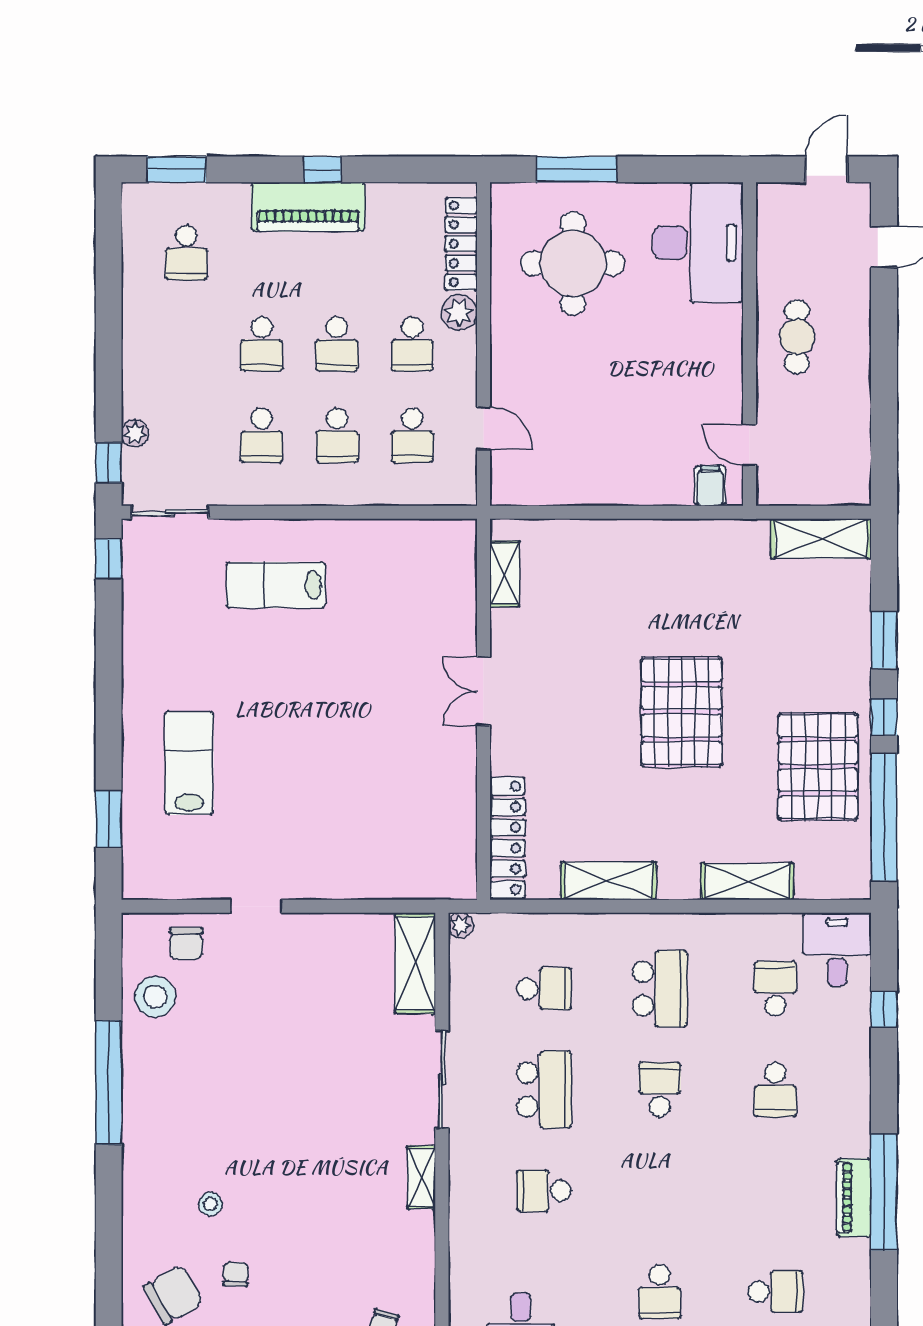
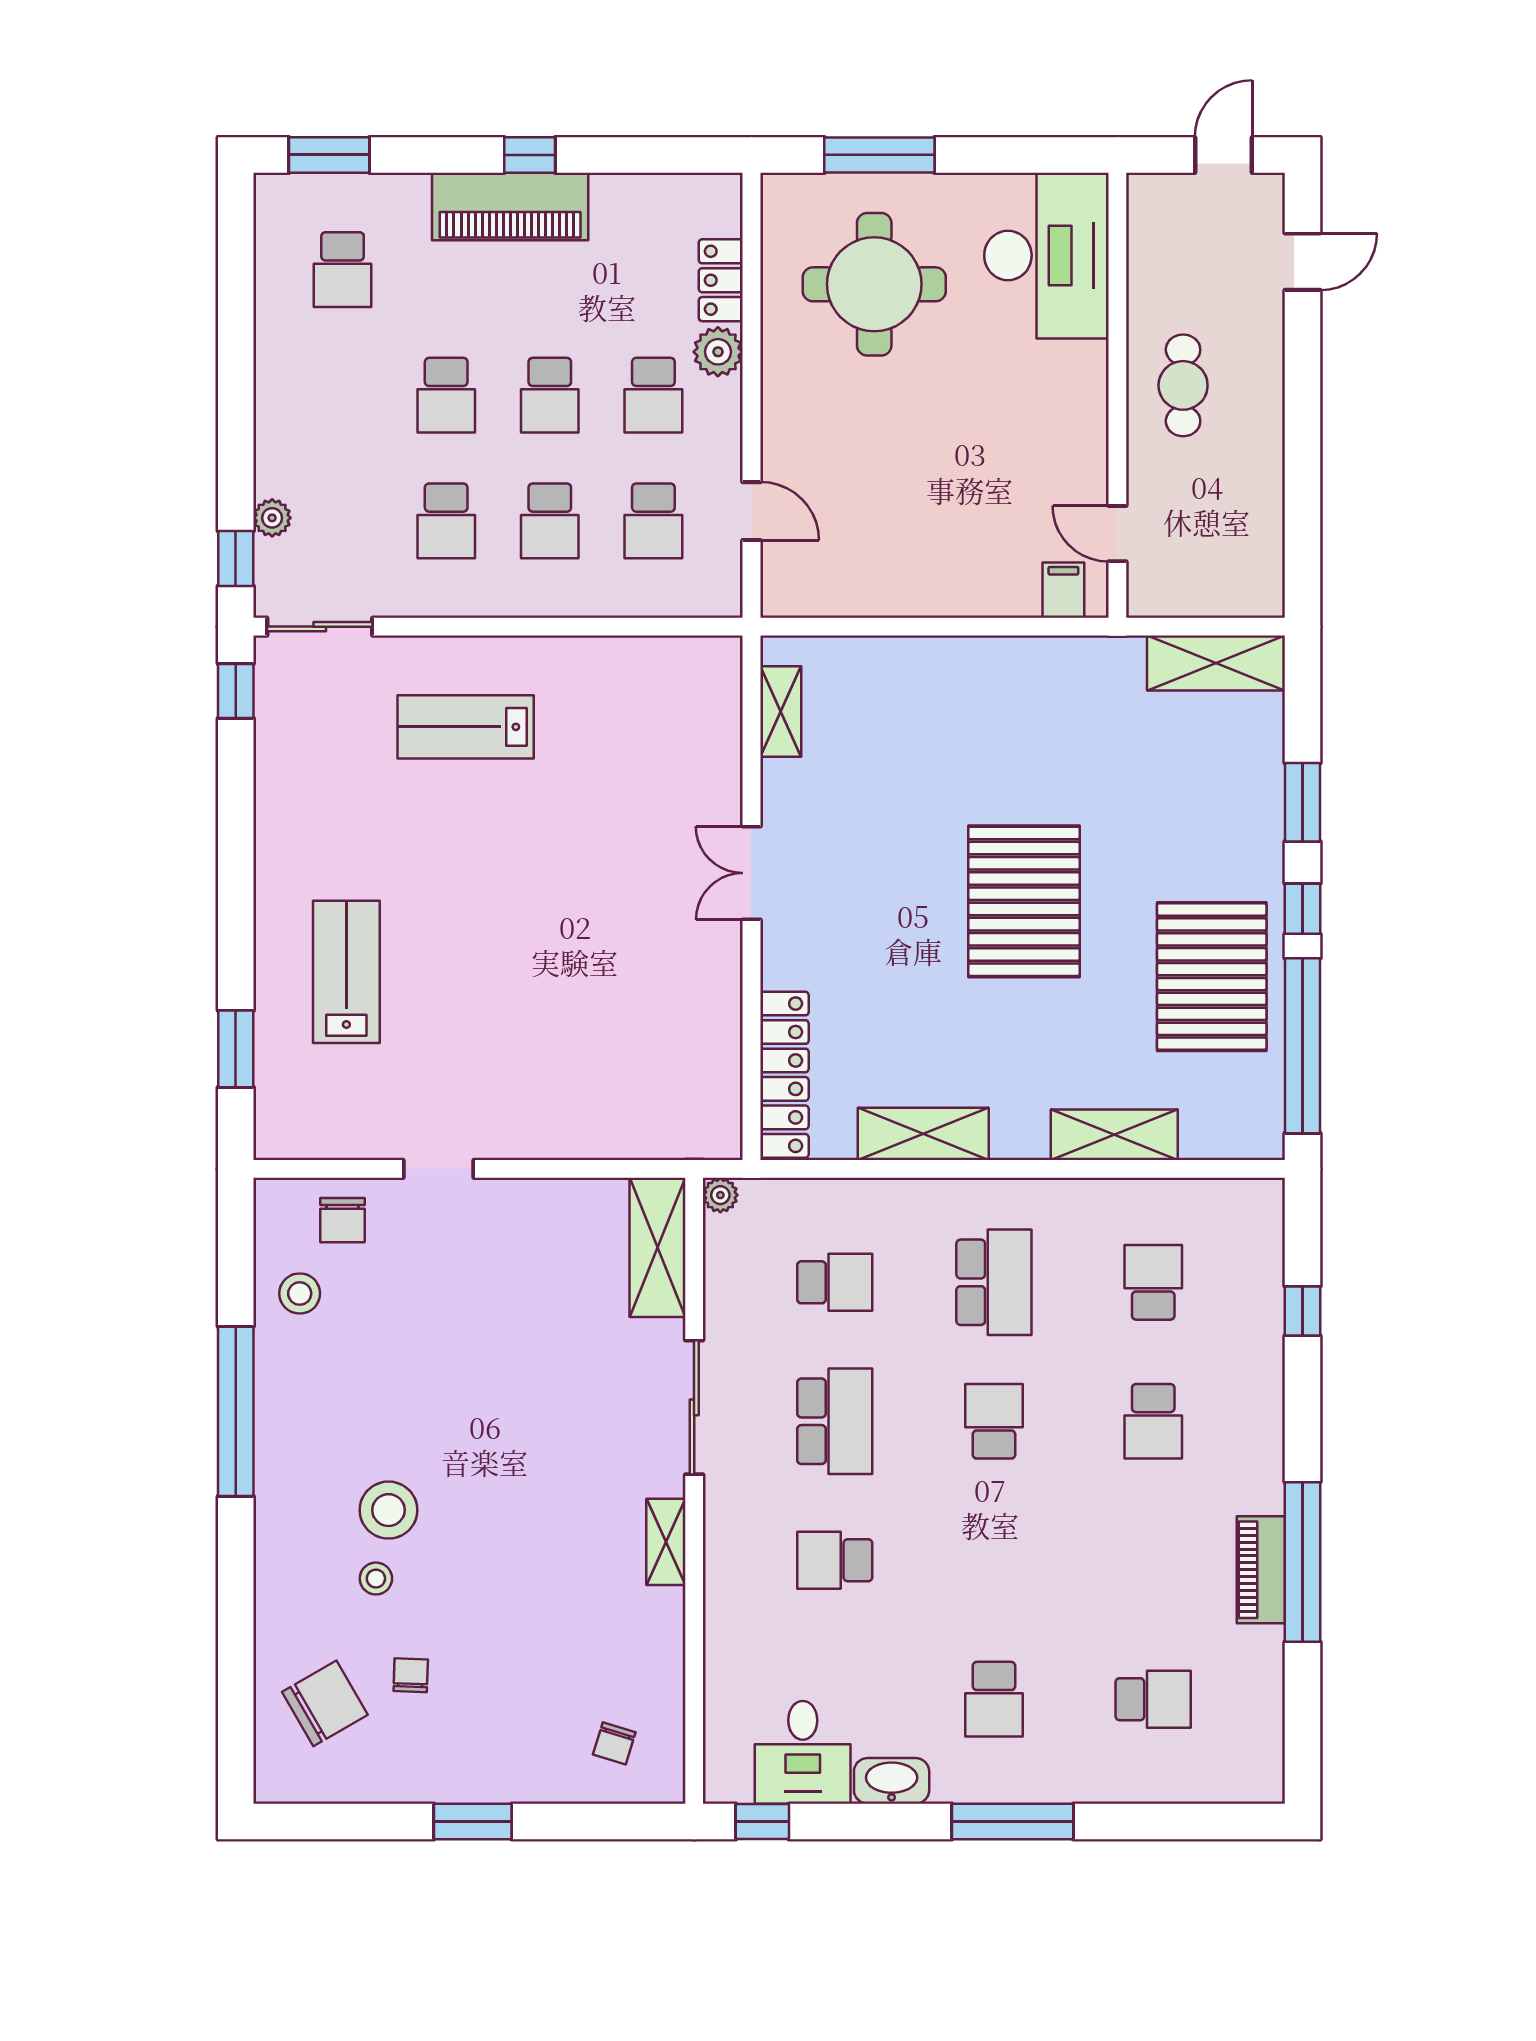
locker: (461, 244) -> (721, 280), width x0.66
desk: (837, 949) -> (1238, 1228), removed
stool: (155, 997) -> (300, 1293), width x0.73, depth x0.73
stool: (220, 1154) -> (389, 1510), added

